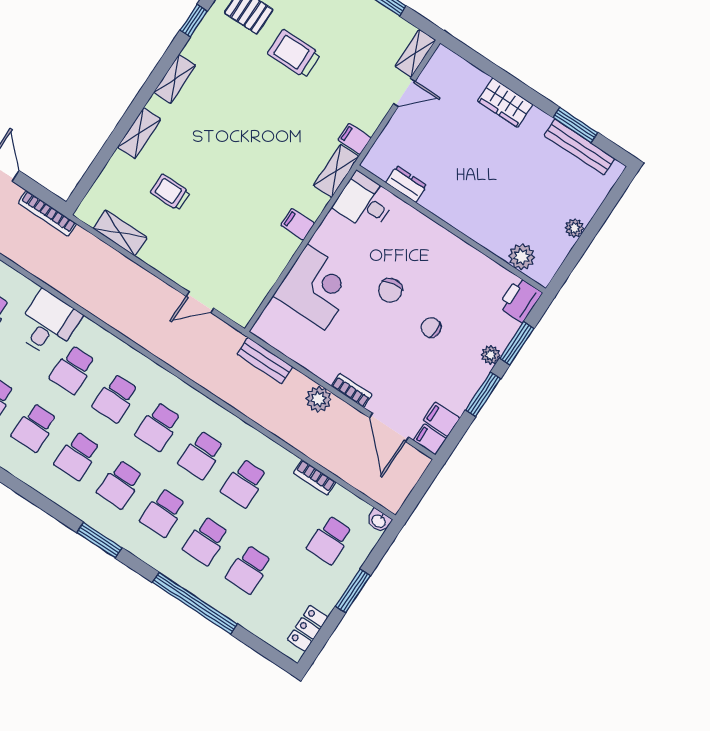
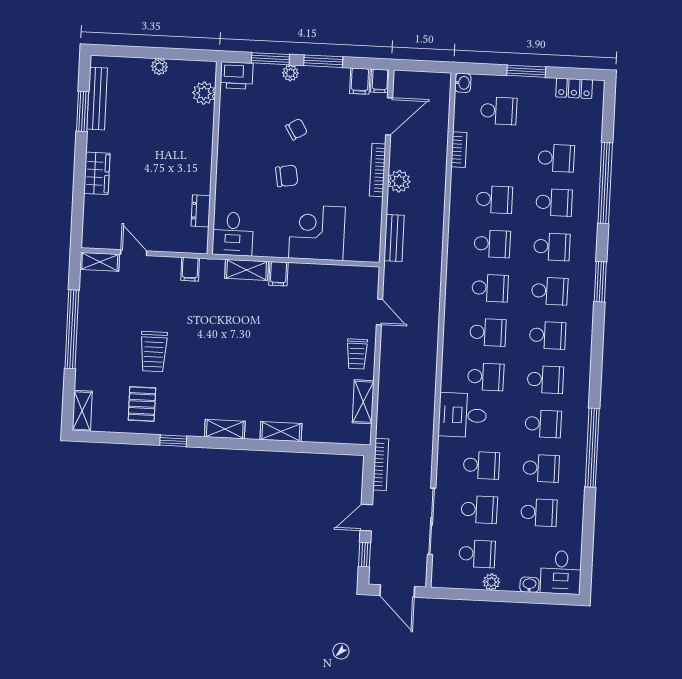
shelving: (336, 171) -> (247, 270), moved
trolley: (170, 192) -> (357, 354), moved
chair: (431, 328) -> (296, 129), turned -121
bookcase: (352, 390) -> (378, 170), width x1.56

